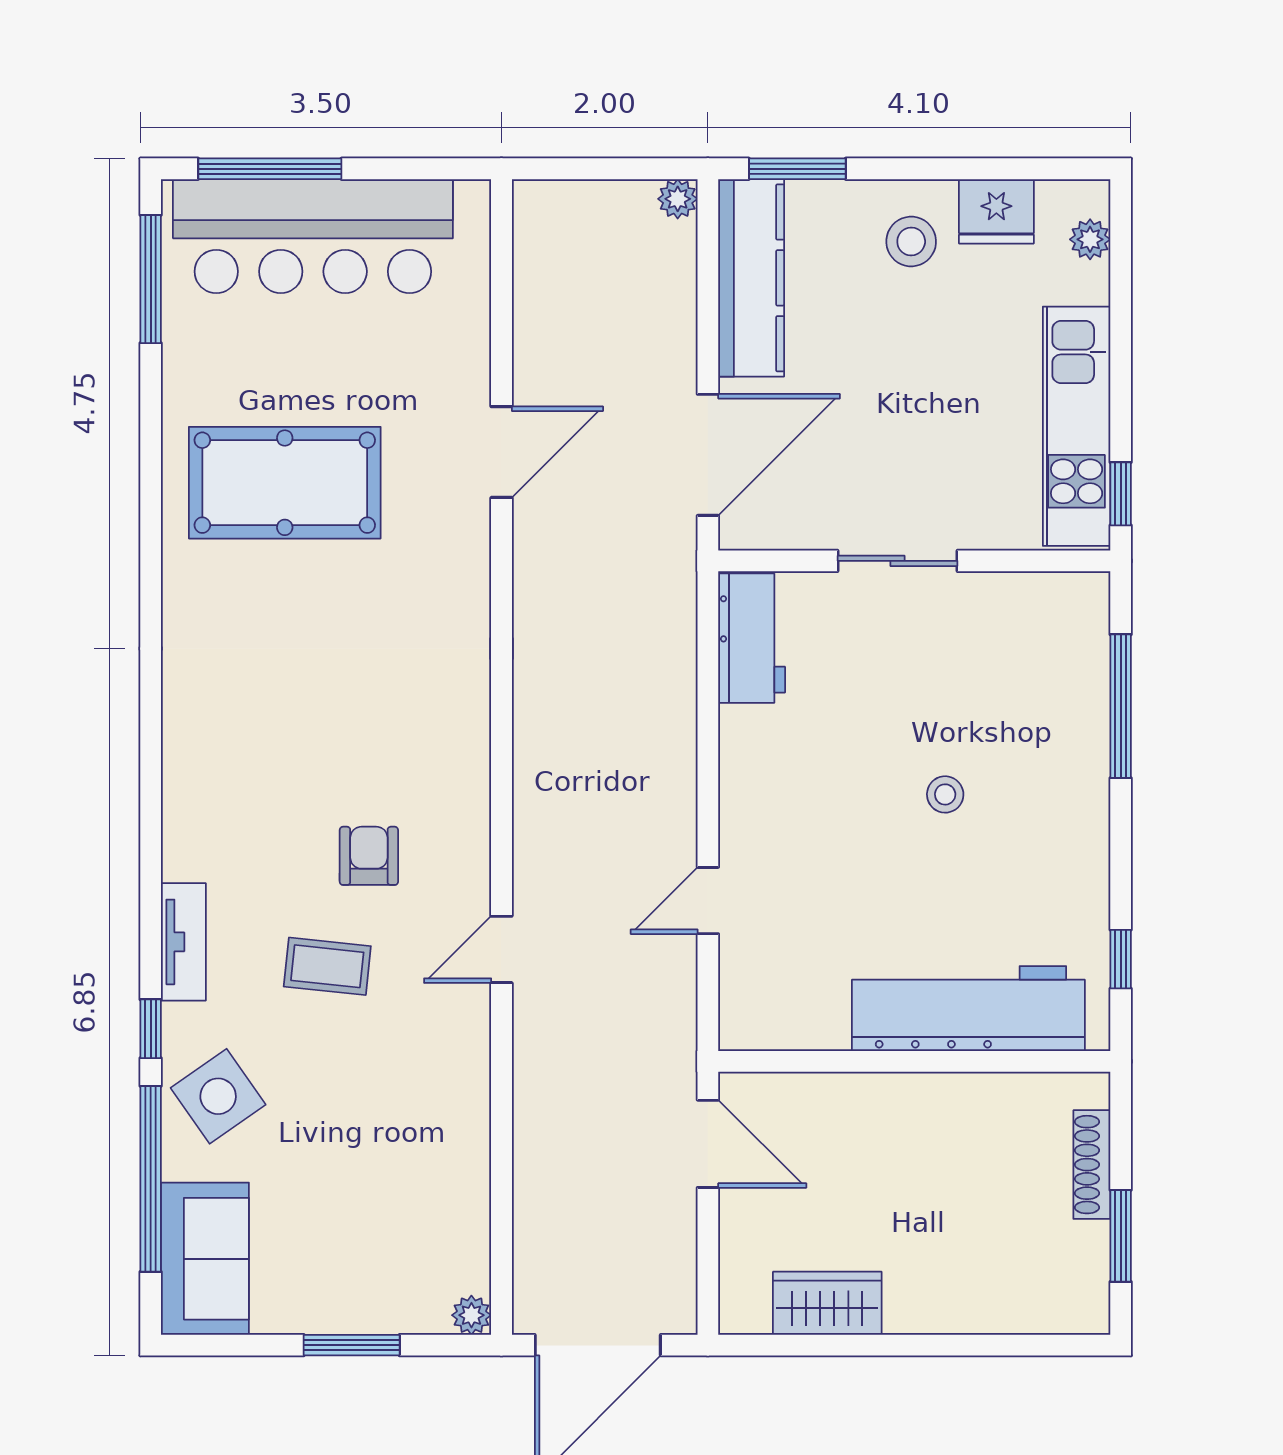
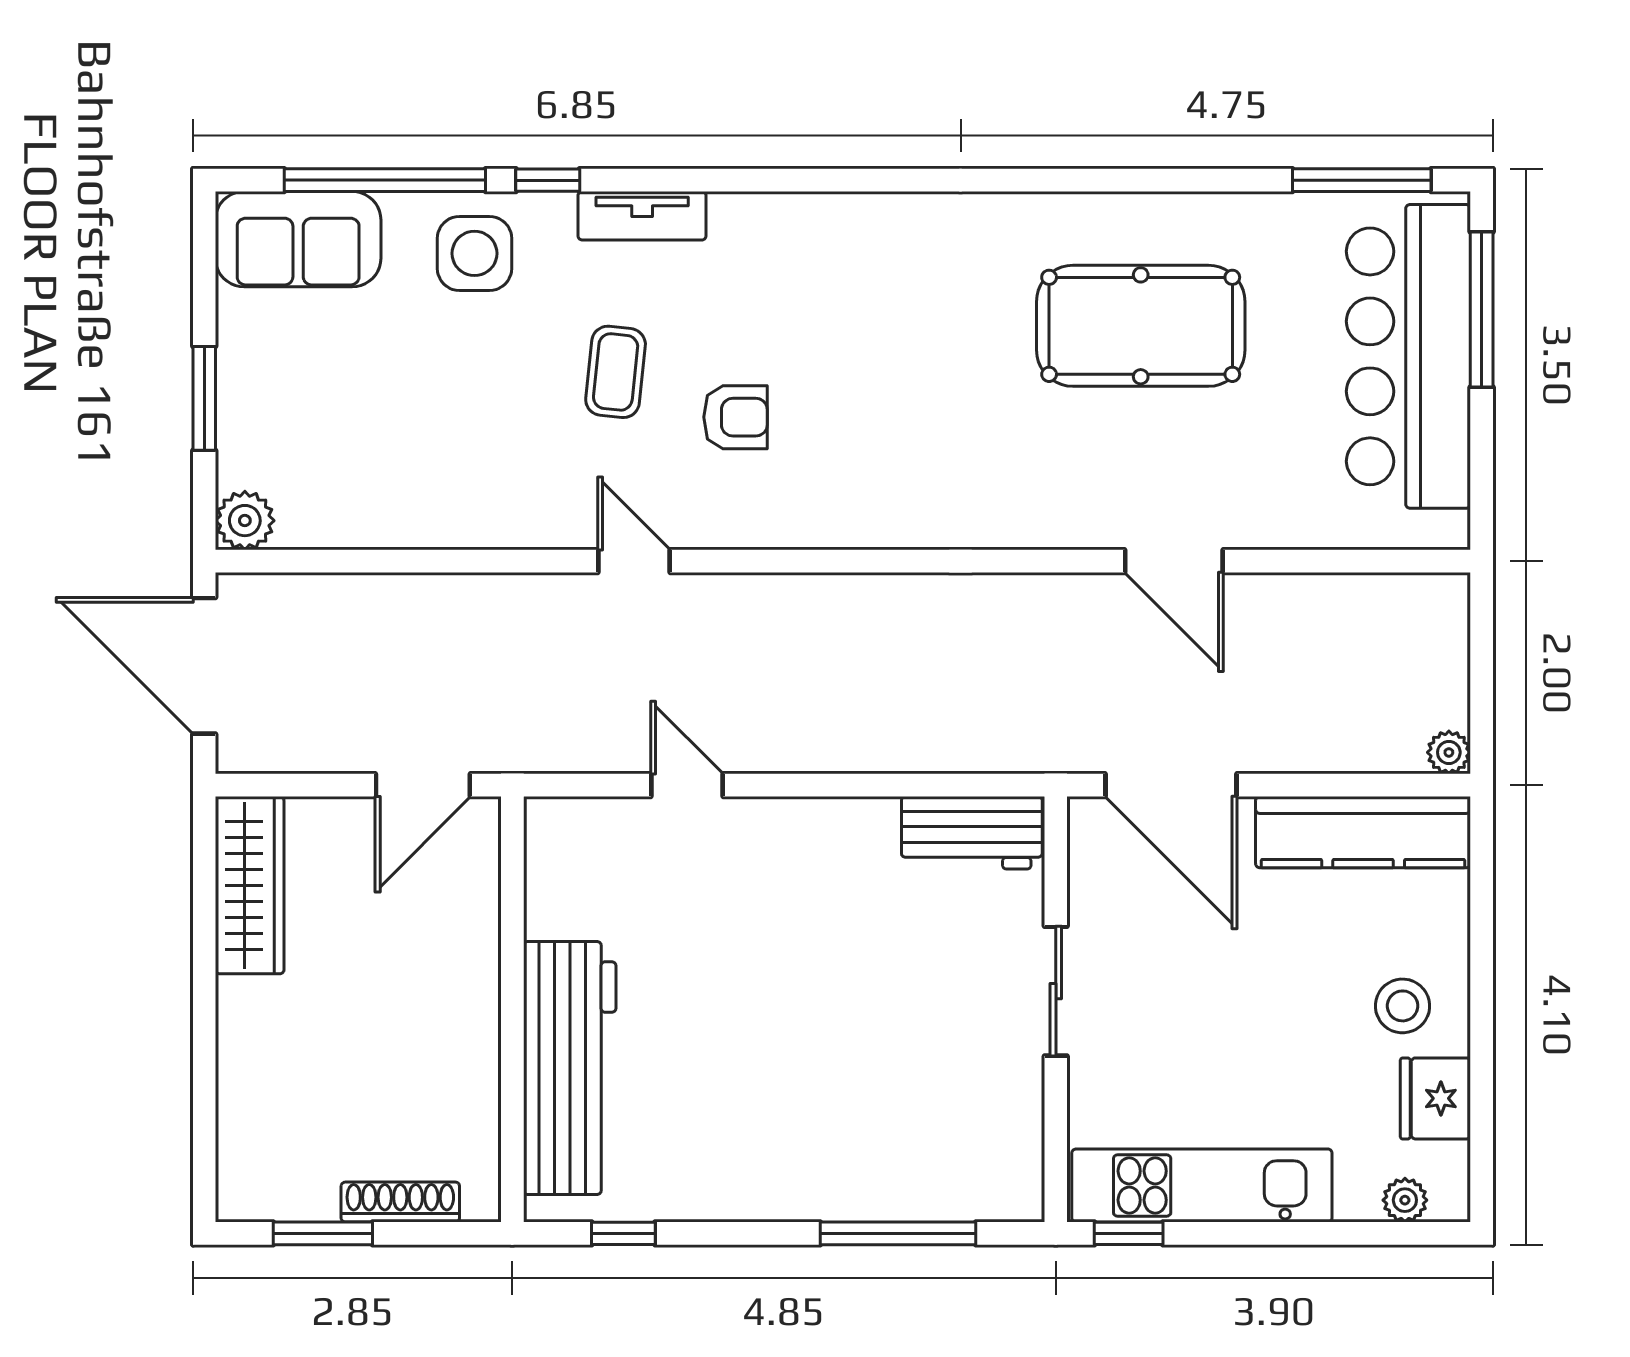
window: (797, 169) -> (1482, 882), removed
pool table: (285, 483) -> (1141, 326), turned 90
stool: (945, 794) -> (802, 1043), removed
side table: (218, 1096) -> (474, 253), turned 35
wardrobe: (827, 1303) -> (250, 885), width x1.50
plant: (471, 1315) -> (245, 521), width x1.38, depth x1.38

